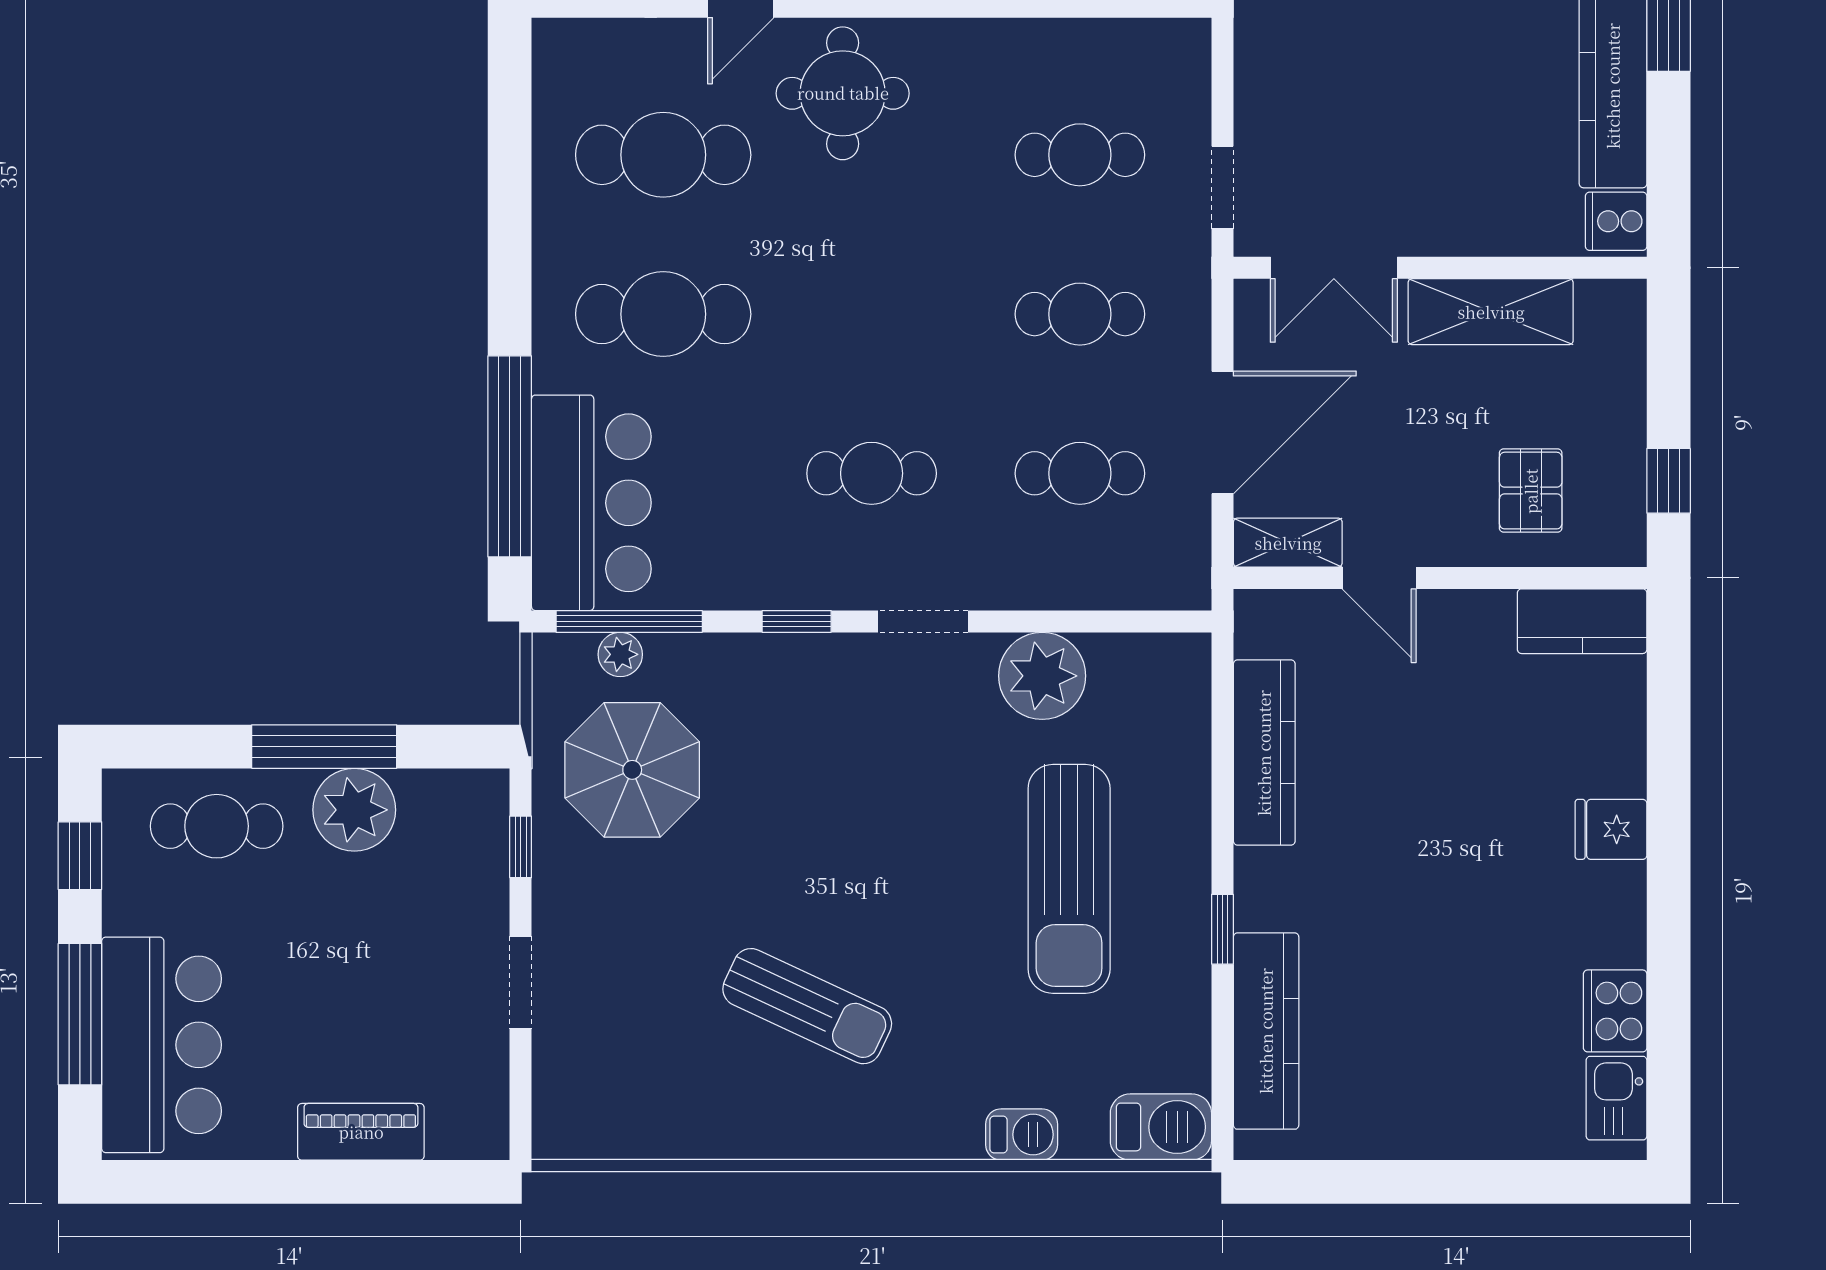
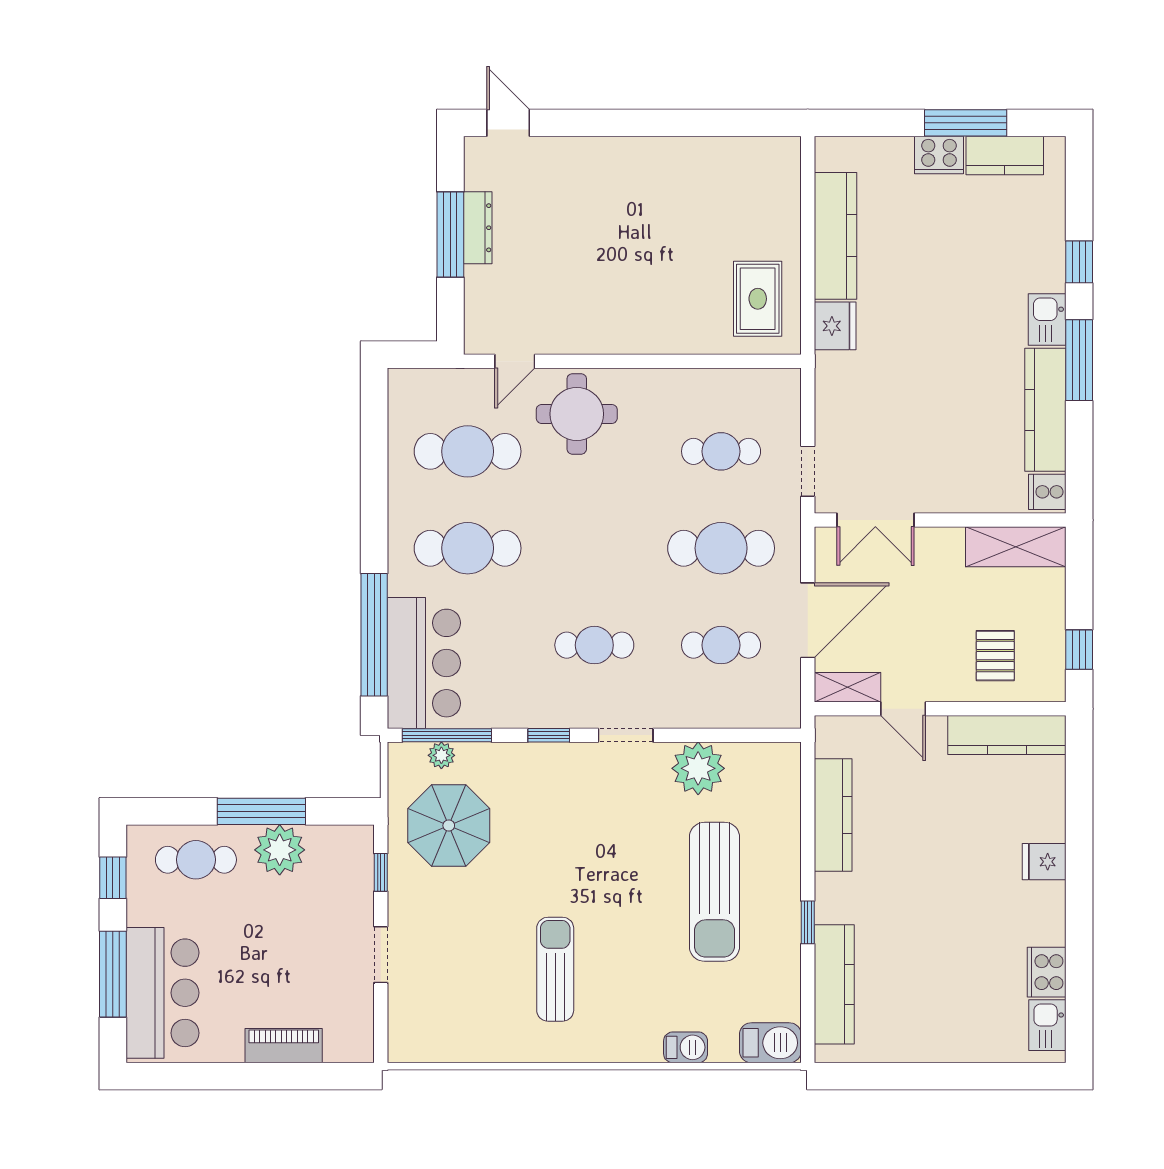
shelving: (1491, 312) -> (1016, 547), moved
cafe table: (1080, 314) -> (721, 548), width x1.37, depth x1.35
kitchen counter: (1582, 621) -> (1007, 735), width x1.50
sun lounger: (807, 1006) -> (555, 969), turned -115

